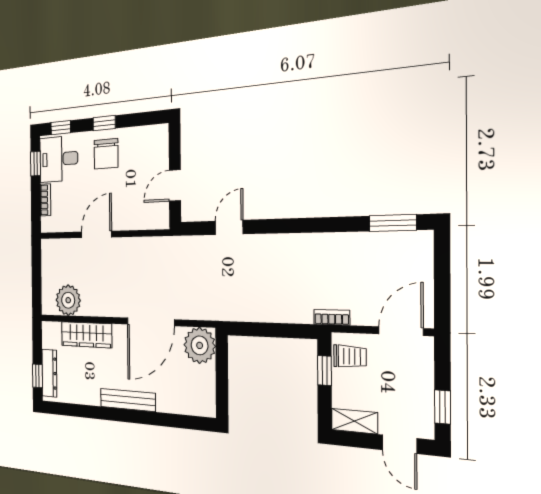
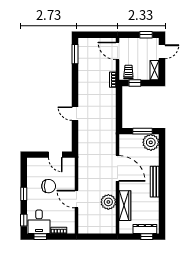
chair: (106, 154) -> (49, 186), moved
door: (229, 227) -> (75, 114), moved
plant: (68, 300) -> (108, 202), moved
plant: (200, 345) -> (151, 142), moved
window: (222, 381) -> (142, 131), added

